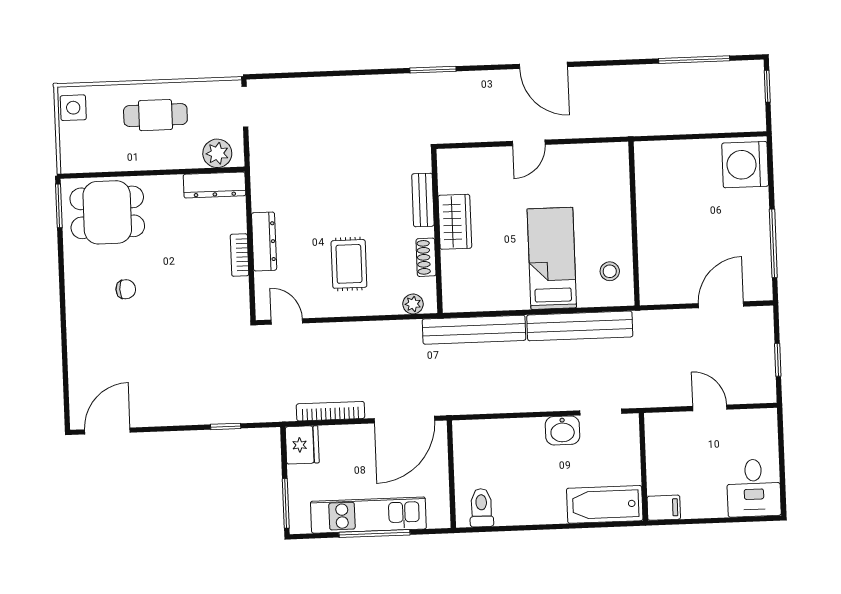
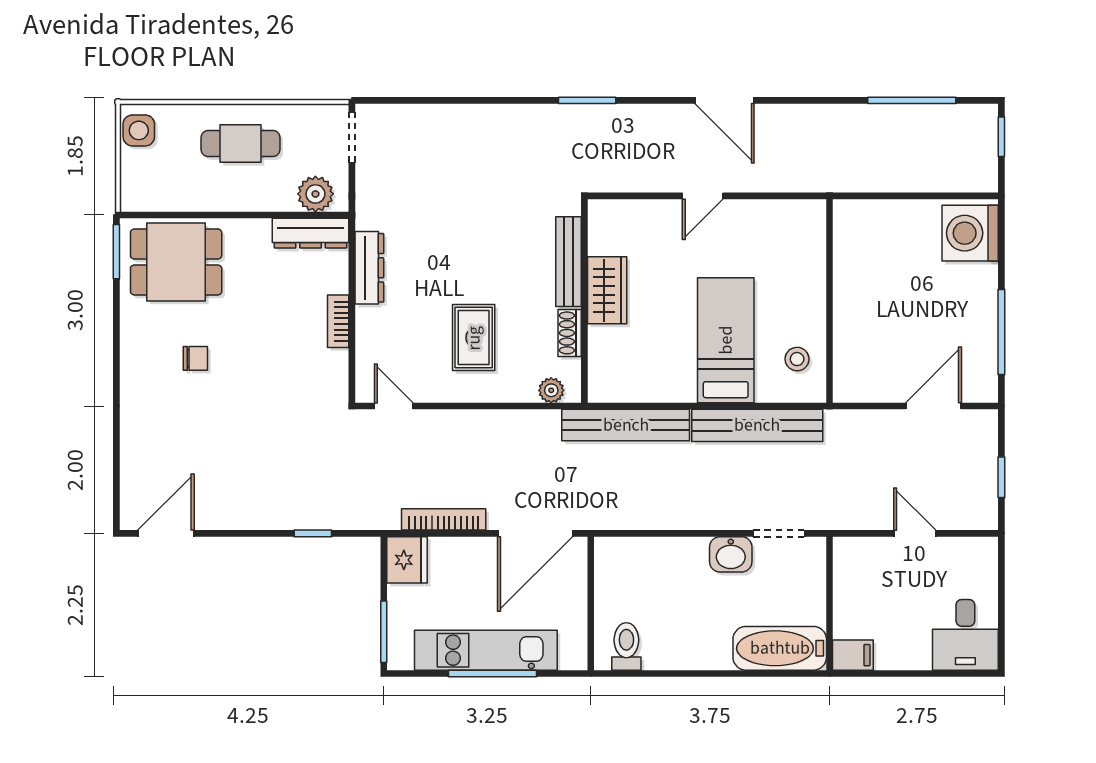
bench: (423, 200) -> (569, 262), width x1.36
dresser: (264, 242) -> (369, 268), moved

